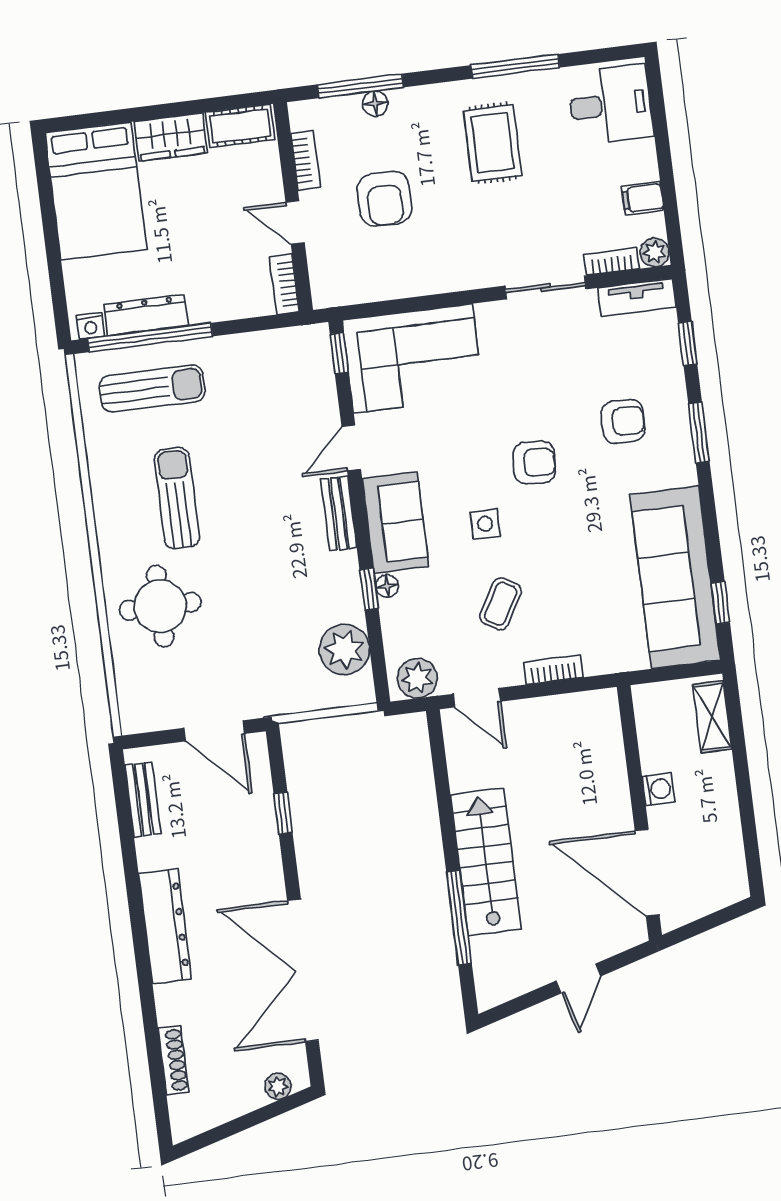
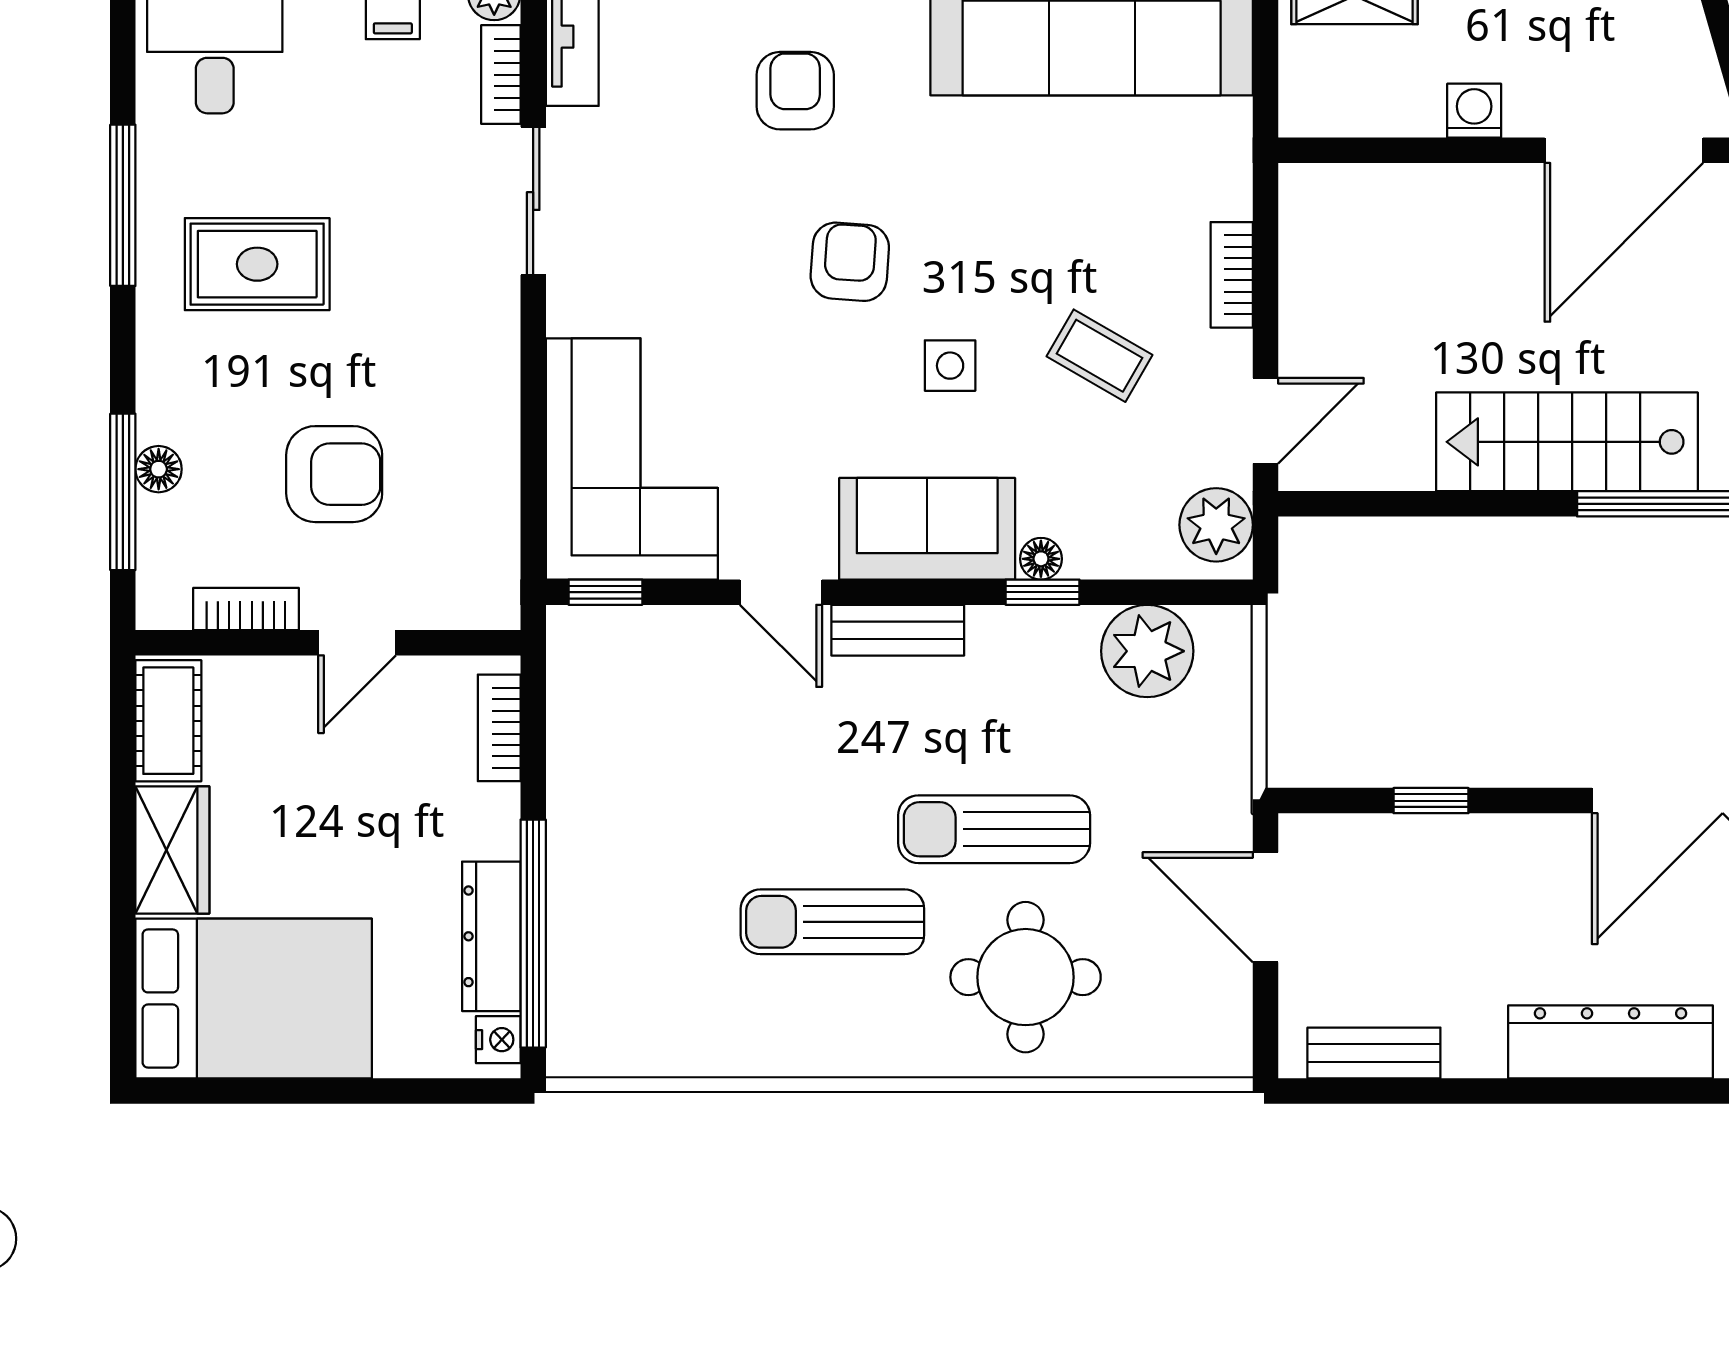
bookcase: (284, 284) -> (499, 728), moved, turned 90
sun lounger: (152, 388) -> (994, 829), moved, turned -90
door: (214, 731) -> (1265, 907), swing flipped

